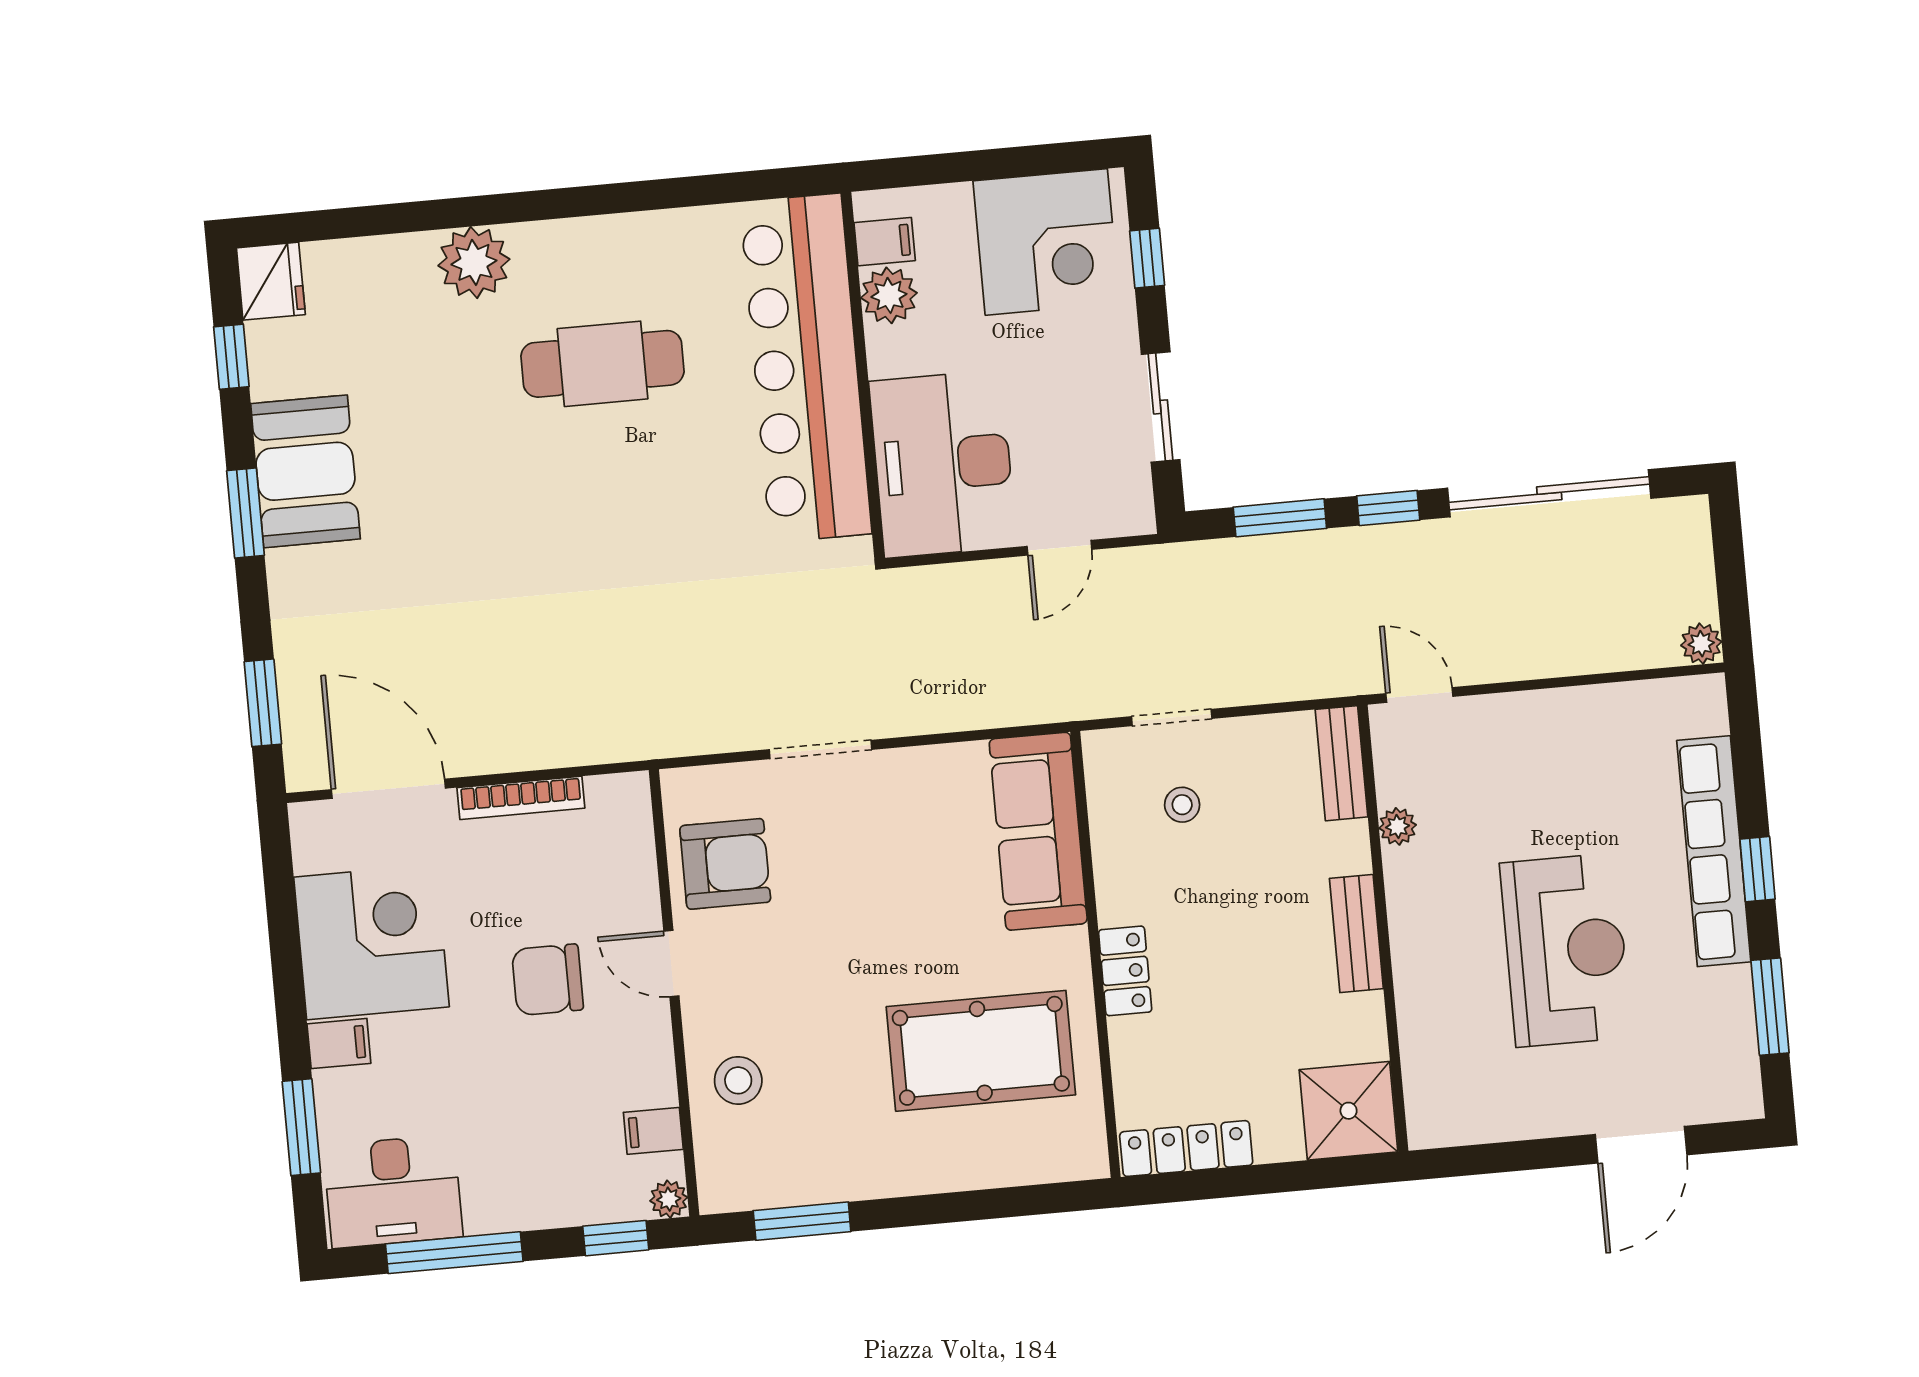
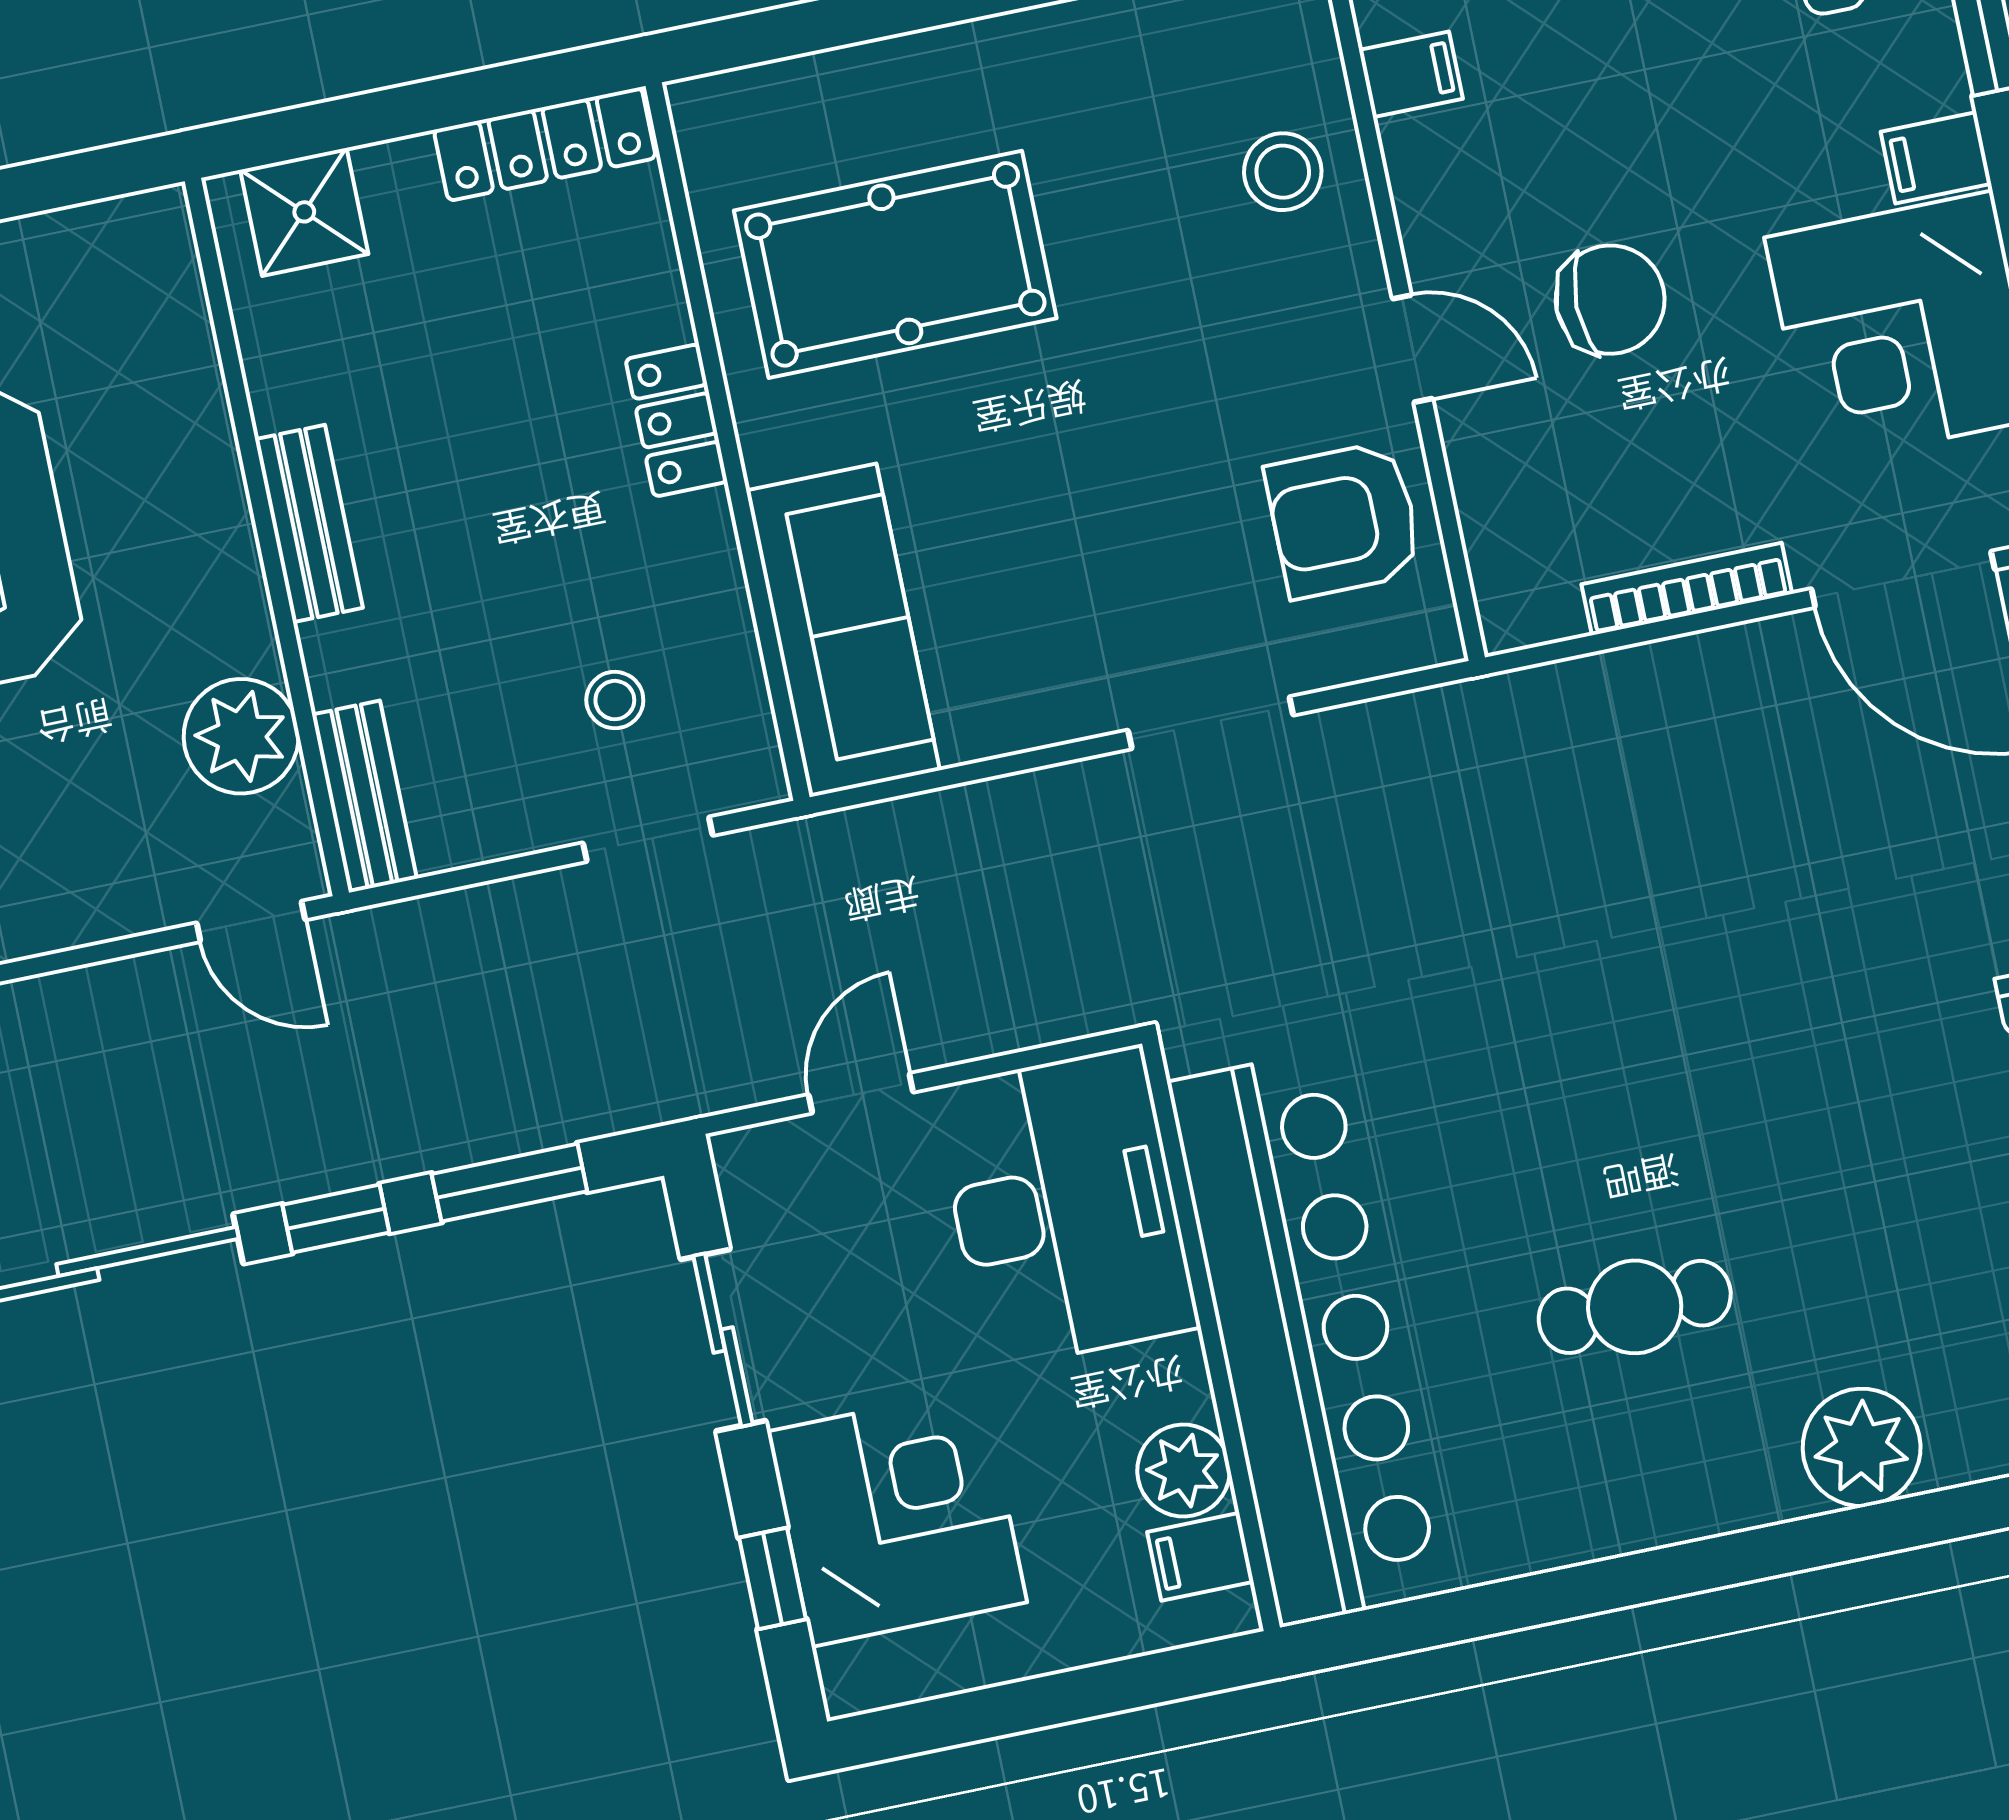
corner desk: (1046, 242) -> (897, 1517), moved, turned 90
cafe table: (602, 364) -> (1635, 1307), width x0.73, depth x0.74
plant: (1398, 826) -> (241, 736), width x1.88, depth x1.88
shower: (1349, 1111) -> (304, 212), width x0.73, depth x0.73

